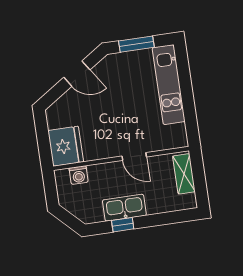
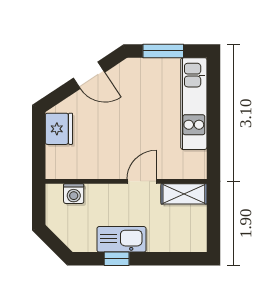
fridge: (66, 146) -> (59, 129), moved, width x0.73, depth x0.75
door: (134, 156) -> (142, 181), swing flipped
shelving: (184, 174) -> (184, 194), moved, turned 90

